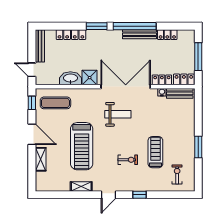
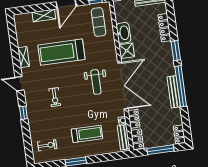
locker: (167, 35) -> (179, 134), moved
treadmill: (155, 152) -> (87, 134), moved

